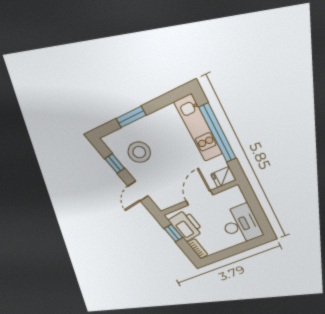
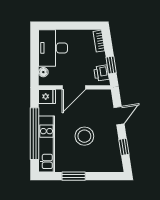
window: (131, 117) -> (74, 176), moved
stool: (139, 152) -> (84, 136), moved
floor lamp: (240, 199) -> (43, 72), added
printer: (186, 226) -> (101, 73), width x0.53, depth x0.68

